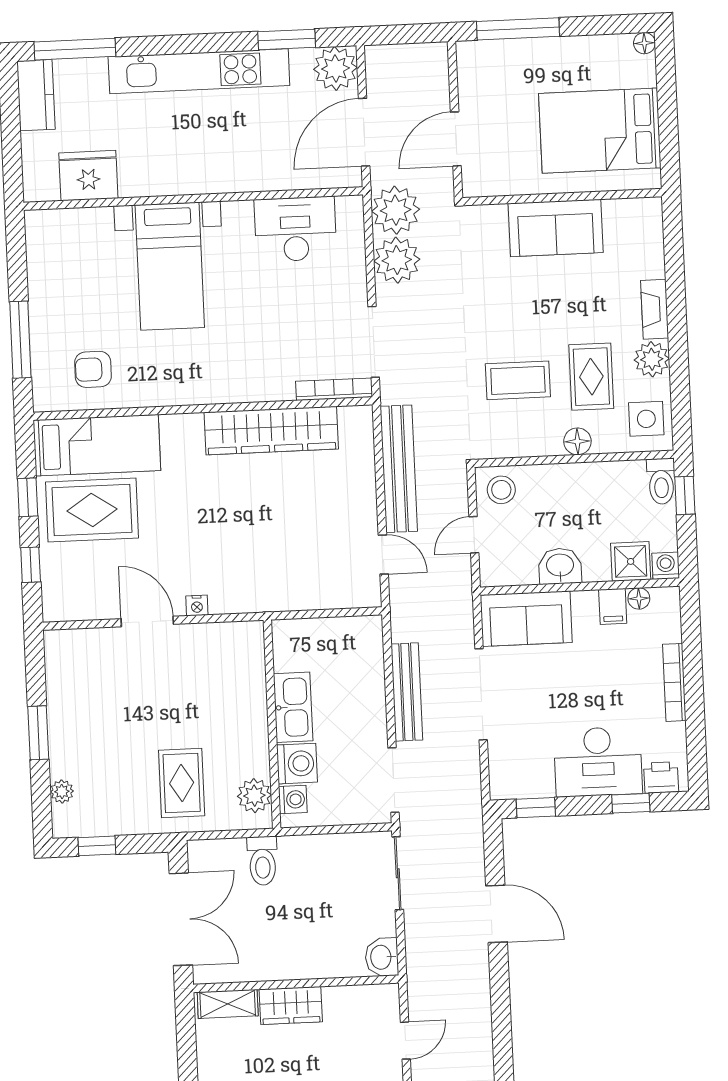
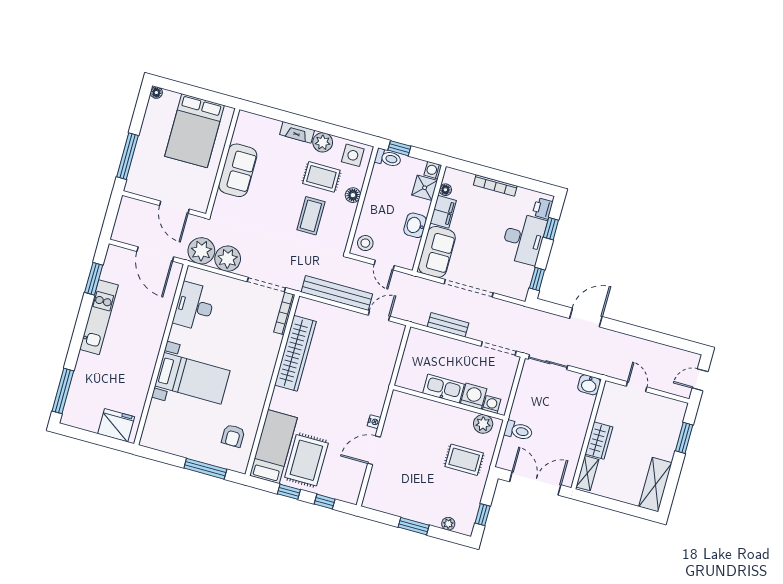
plant: (335, 68) -> (117, 258), removed
kitchen unit: (199, 71) -> (99, 317), width x0.73
kitchen counter: (36, 95) -> (80, 419), removed
fridge: (88, 176) -> (116, 425), moved, turned 90
filing cabinet: (613, 606) -> (443, 212), width x2.00
bench: (407, 692) -> (448, 325), width x0.73

